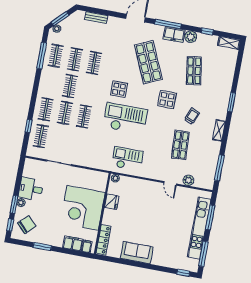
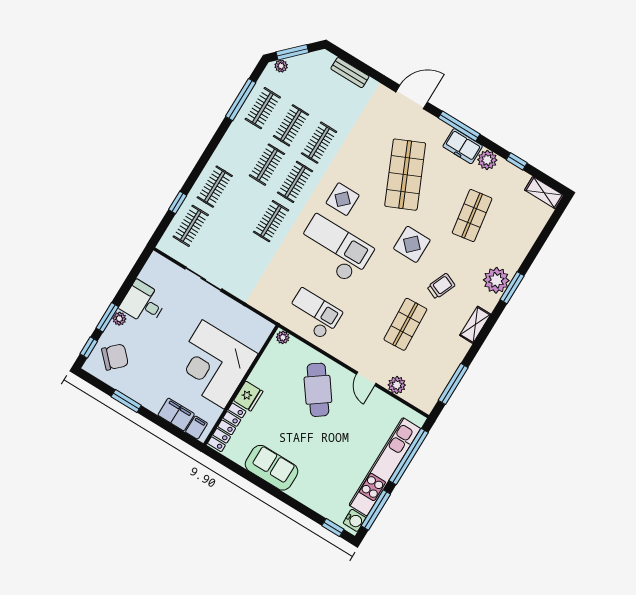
plant: (221, 101) -> (496, 280), added
clothes rail: (65, 113) -> (295, 182), moved
cafe table: (146, 200) -> (318, 390), added
fridge: (112, 202) -> (248, 396), moved
window: (210, 217) -> (409, 456), width x1.46
water cooler: (194, 264) -> (354, 520), added

